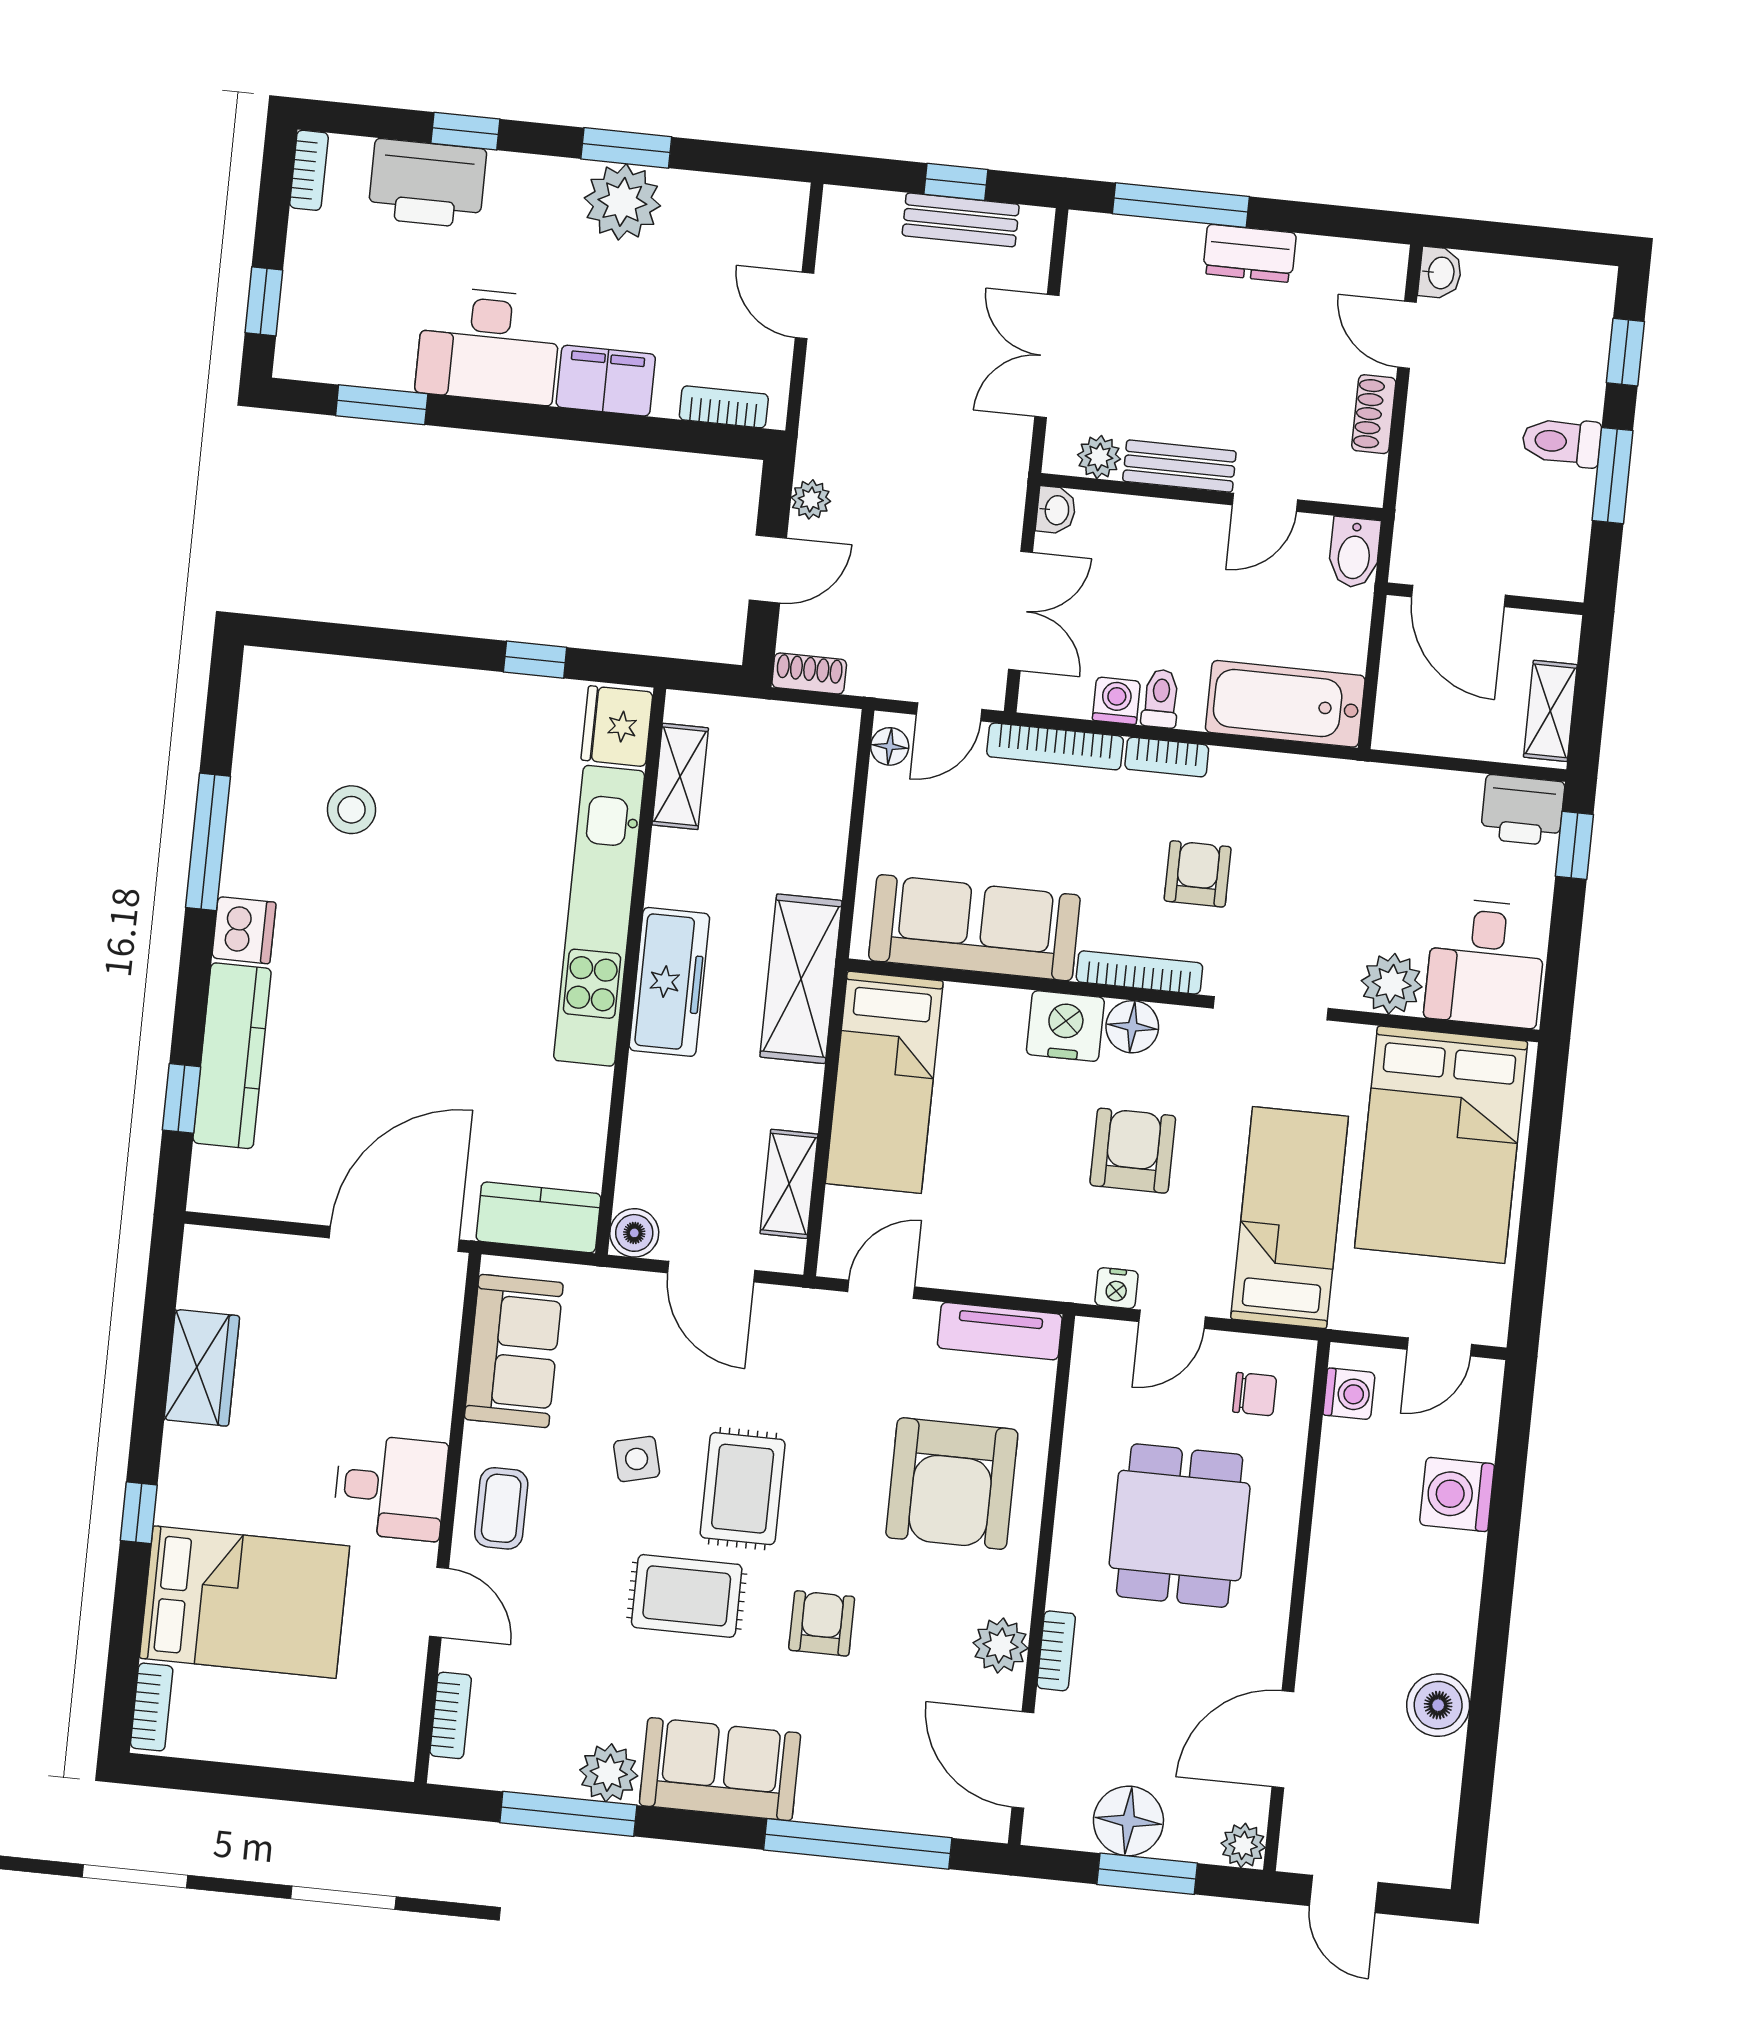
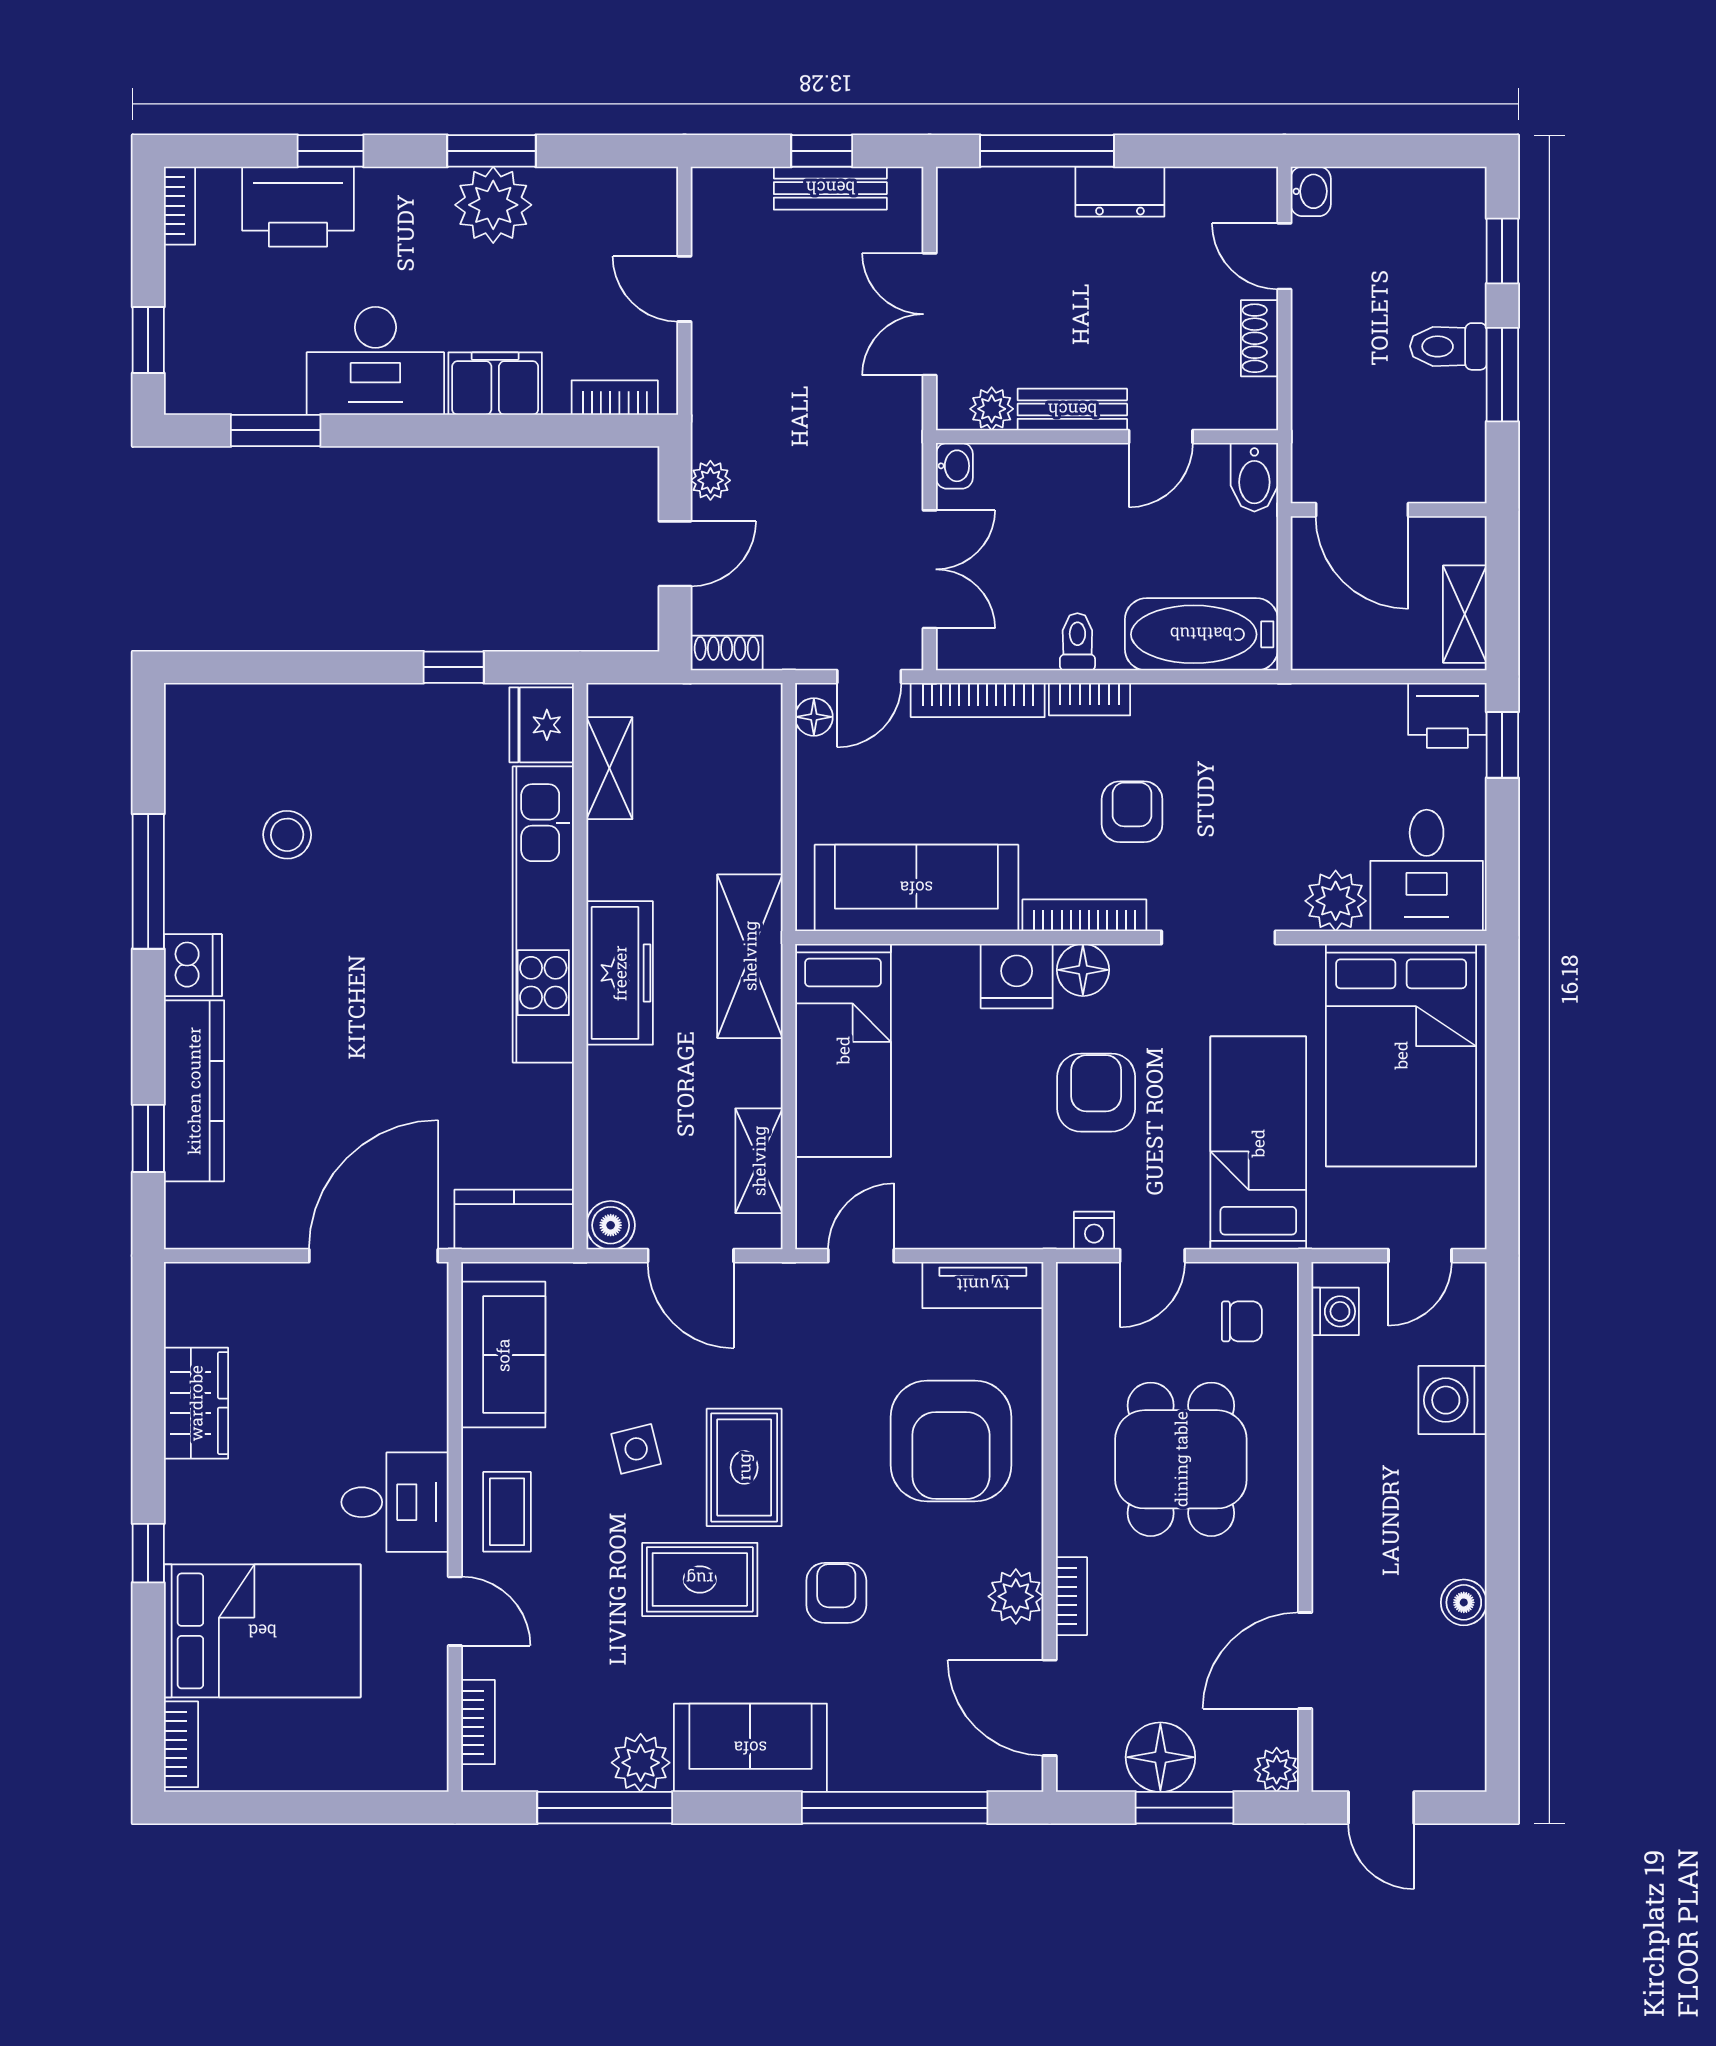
washing machine: (1116, 701) -> (1034, 649), removed
boiler: (1438, 1705) -> (1464, 1602), width x0.73, depth x0.73

